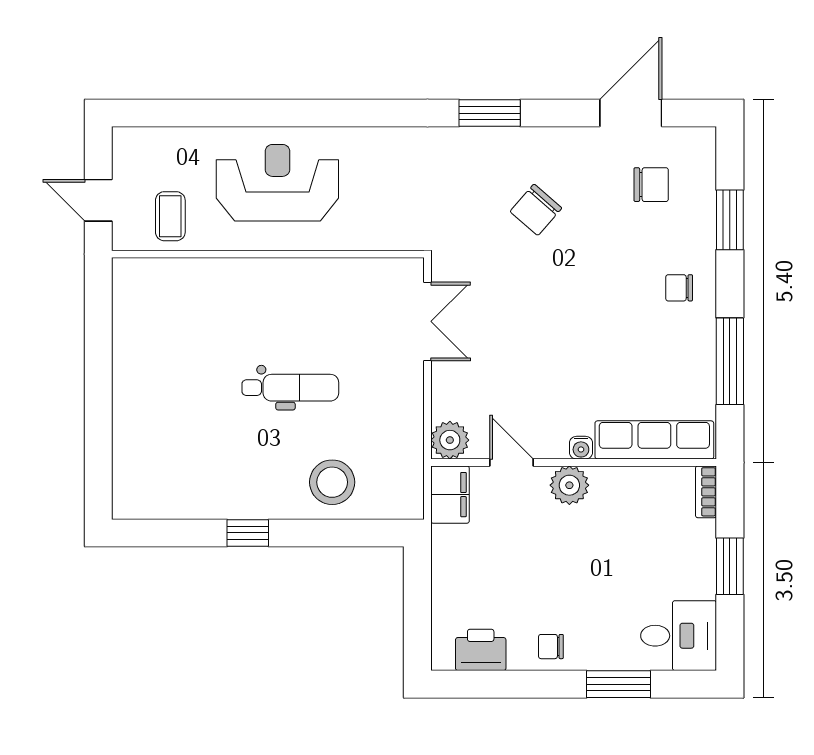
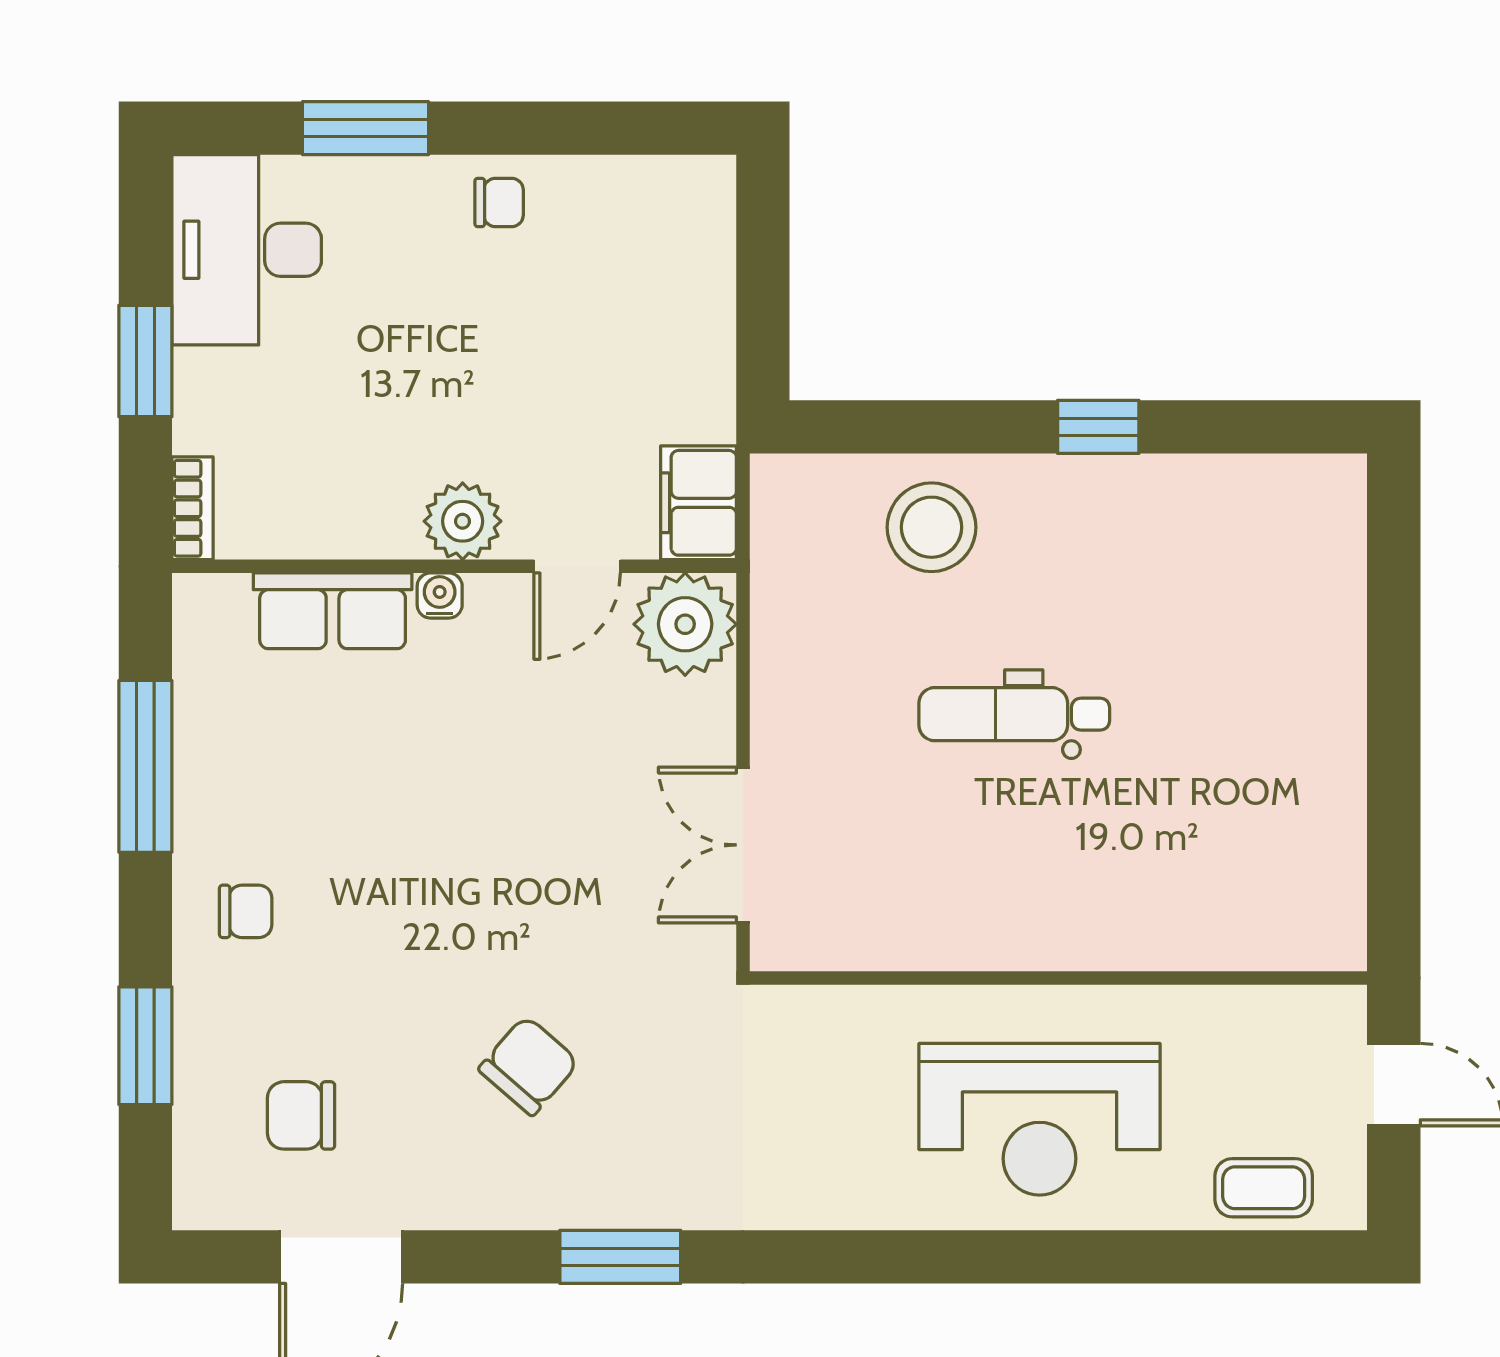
coffee table: (170, 216) -> (1264, 1188), moved, turned 90
plant: (450, 440) -> (685, 624), width x1.36, depth x1.36
row of seats: (654, 440) -> (333, 611), width x0.68
door: (511, 462) -> (577, 566), hinge flipped
desk: (679, 636) -> (247, 250), width x1.37
printer: (481, 650) -> (638, 196), removed

